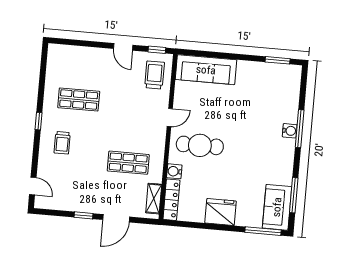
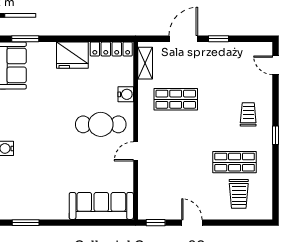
trolley: (155, 75) -> (239, 194), moved
locker: (171, 200) -> (111, 49), moved, turned -90
window: (263, 231) -> (25, 39), width x0.69

